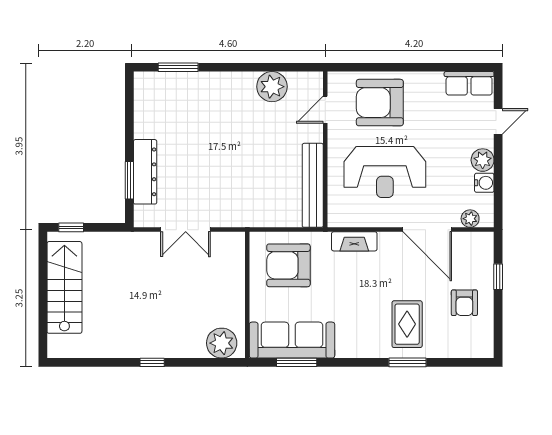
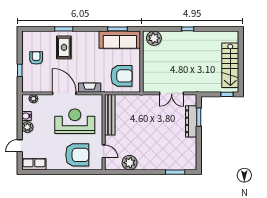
door: (325, 110) -> (104, 151), hinge flipped
double door: (186, 230) -> (172, 93), swing flipped
door: (427, 230) -> (64, 93), moved

